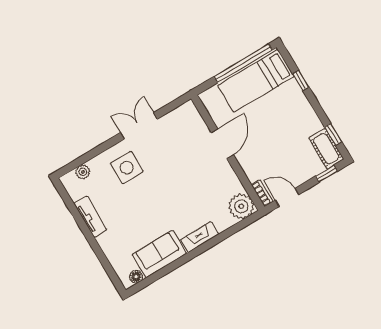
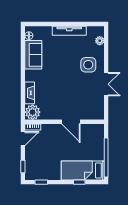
bed: (256, 81) -> (83, 170), moved, turned -90
cot: (326, 149) -> (36, 174), removed
tv unit: (90, 217) -> (69, 31), width x1.41
fireplace: (200, 237) -> (30, 93), moved

